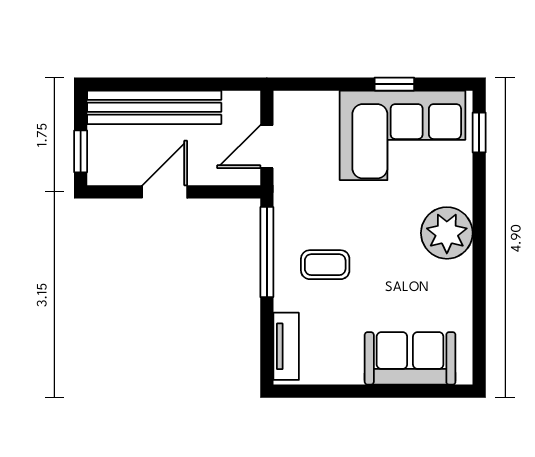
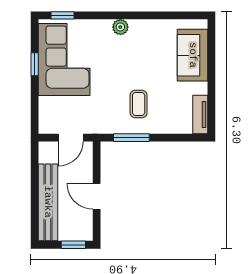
door: (267, 147) -> (71, 138), hinge flipped
plant: (447, 233) -> (120, 27), width x0.53, depth x0.53
window: (267, 252) -> (131, 138), width x0.69
tv unit: (286, 346) -> (200, 115), moved, turned -90

